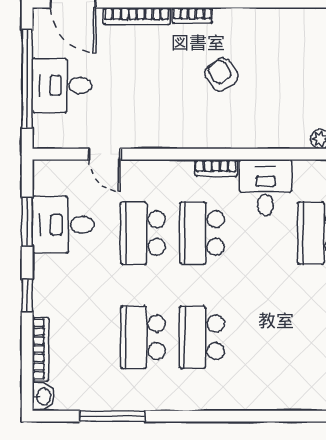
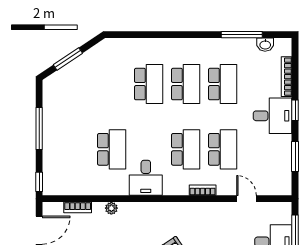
bookcase: (216, 168) -> (203, 190), moved
desk: (63, 225) -> (273, 116), moved
school desk: (261, 337) -> (149, 84), added
washbasin: (43, 396) -> (265, 45), moved, turned -90

